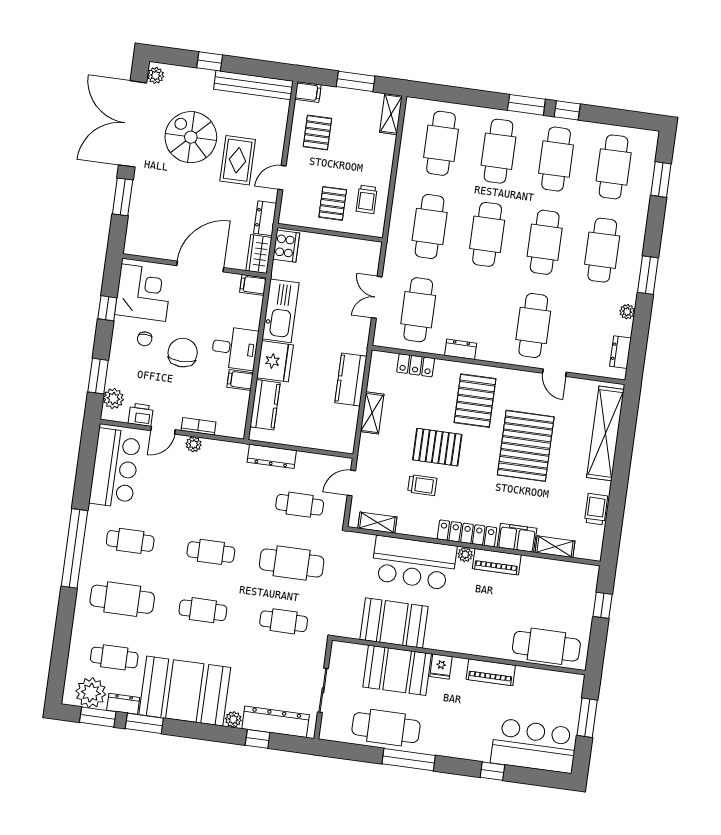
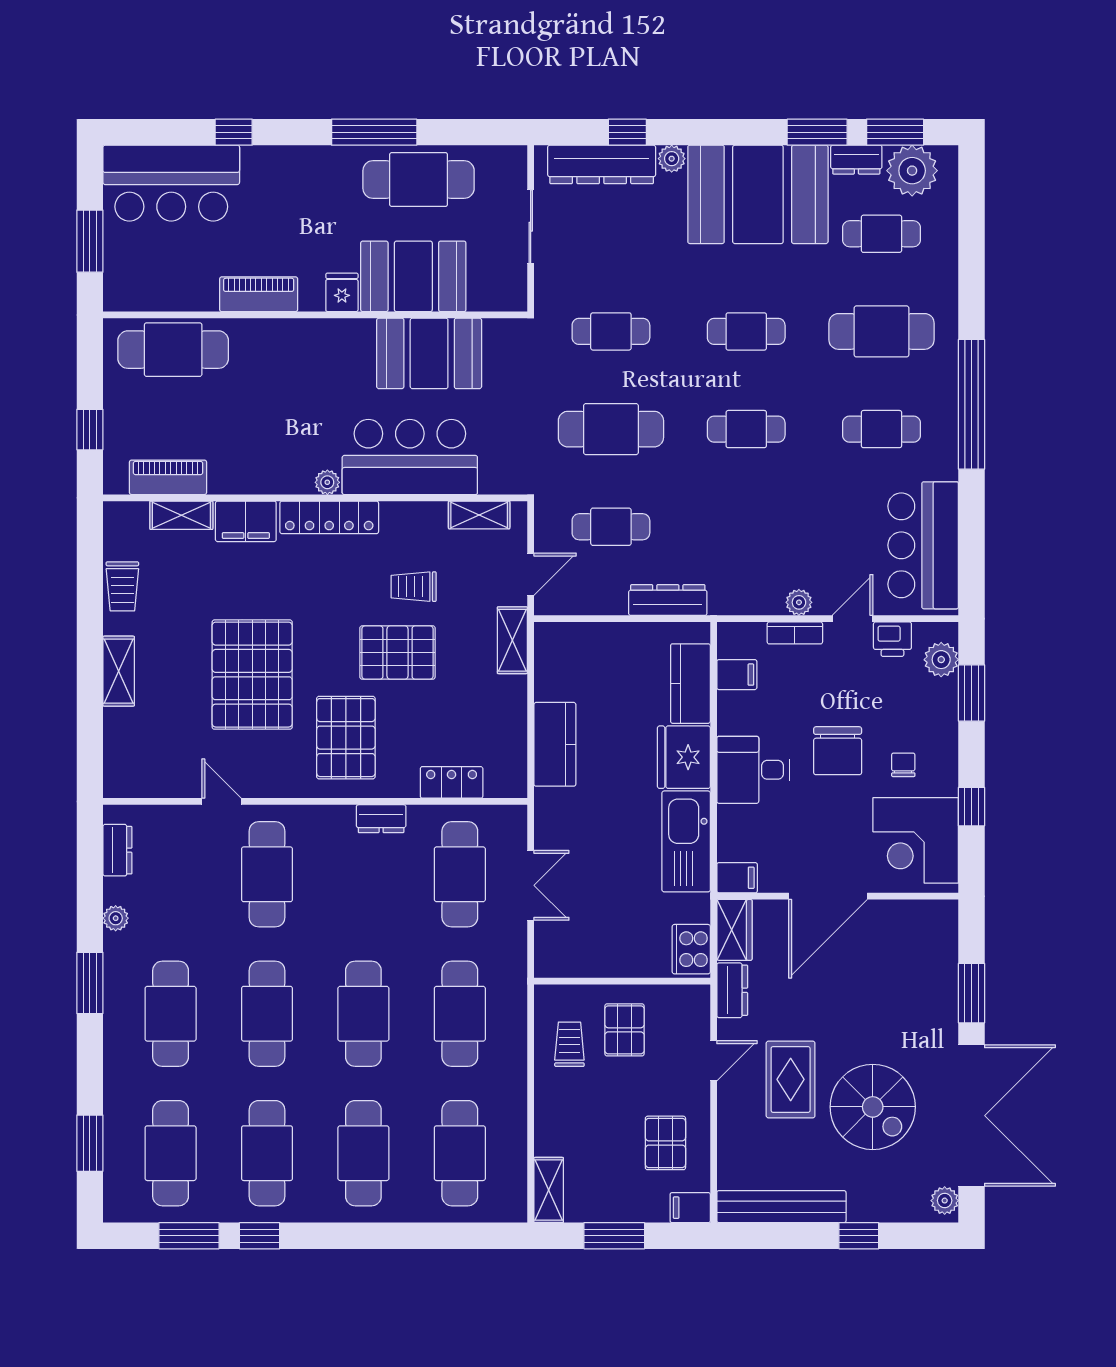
window: (526, 105) -> (189, 1236), moved
filing cabinet: (240, 380) -> (737, 675), moved
shelving: (372, 413) -> (512, 640), moved
shelving: (605, 433) -> (119, 671), width x0.45, depth x0.75
piano: (497, 562) -> (168, 477), moved

